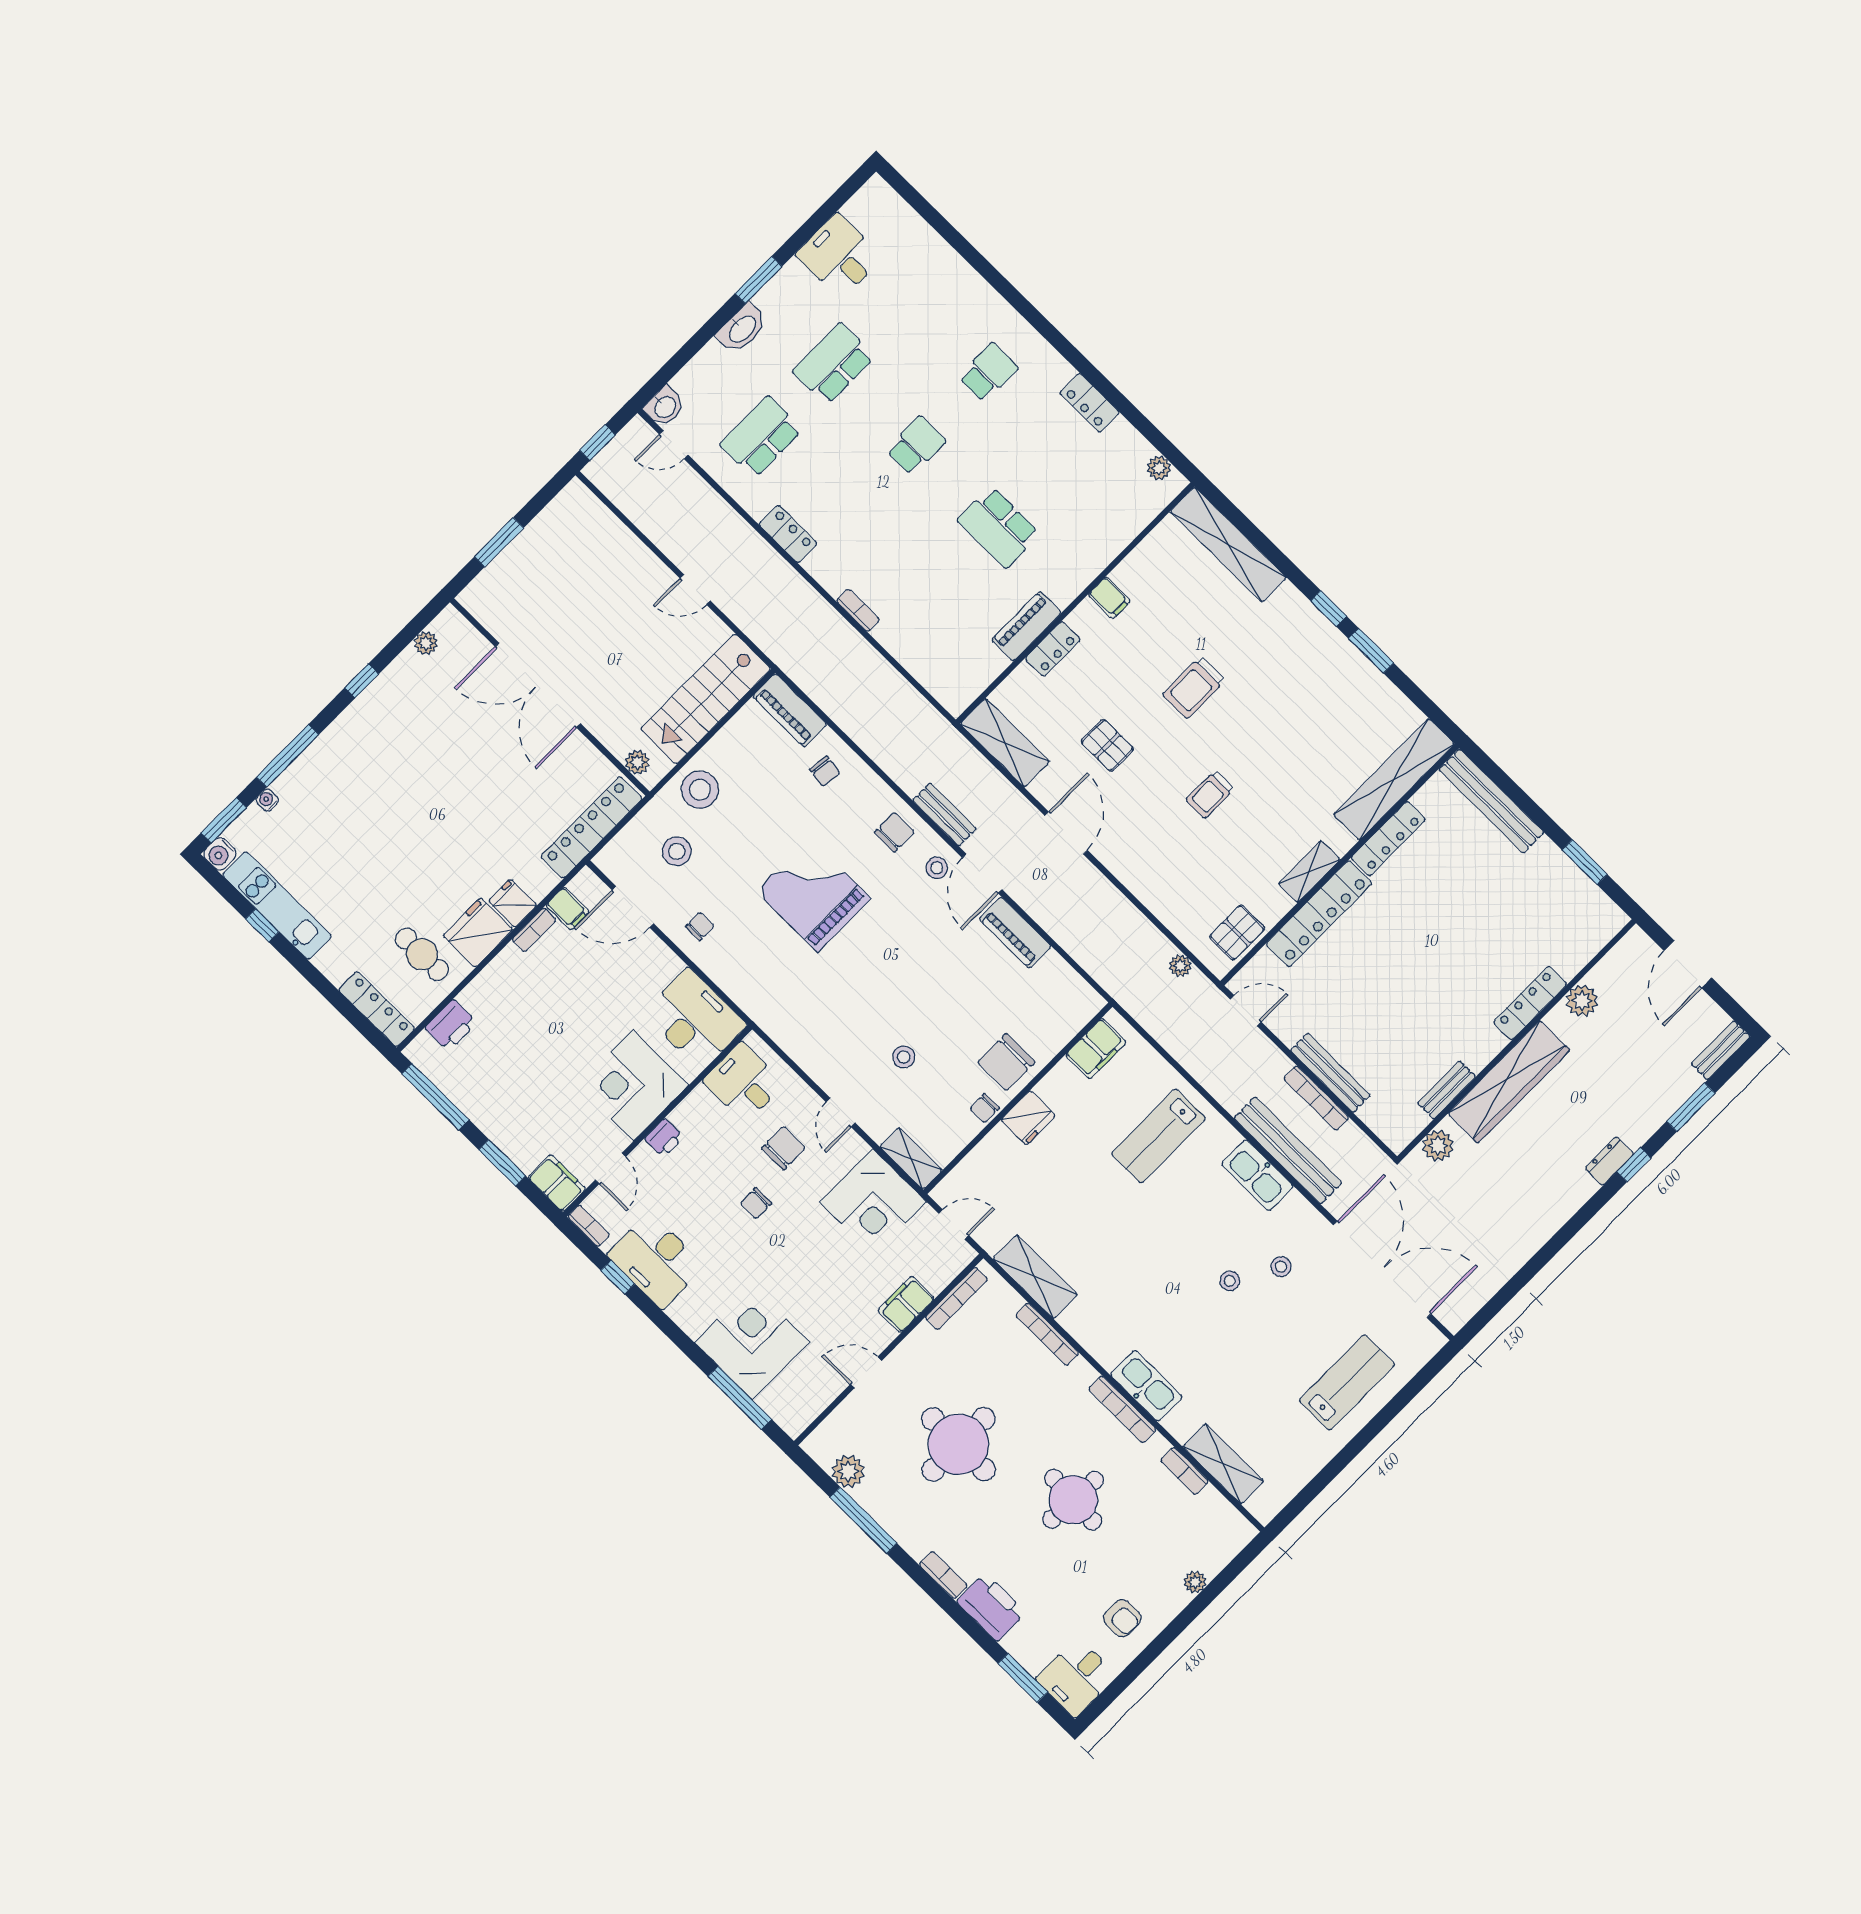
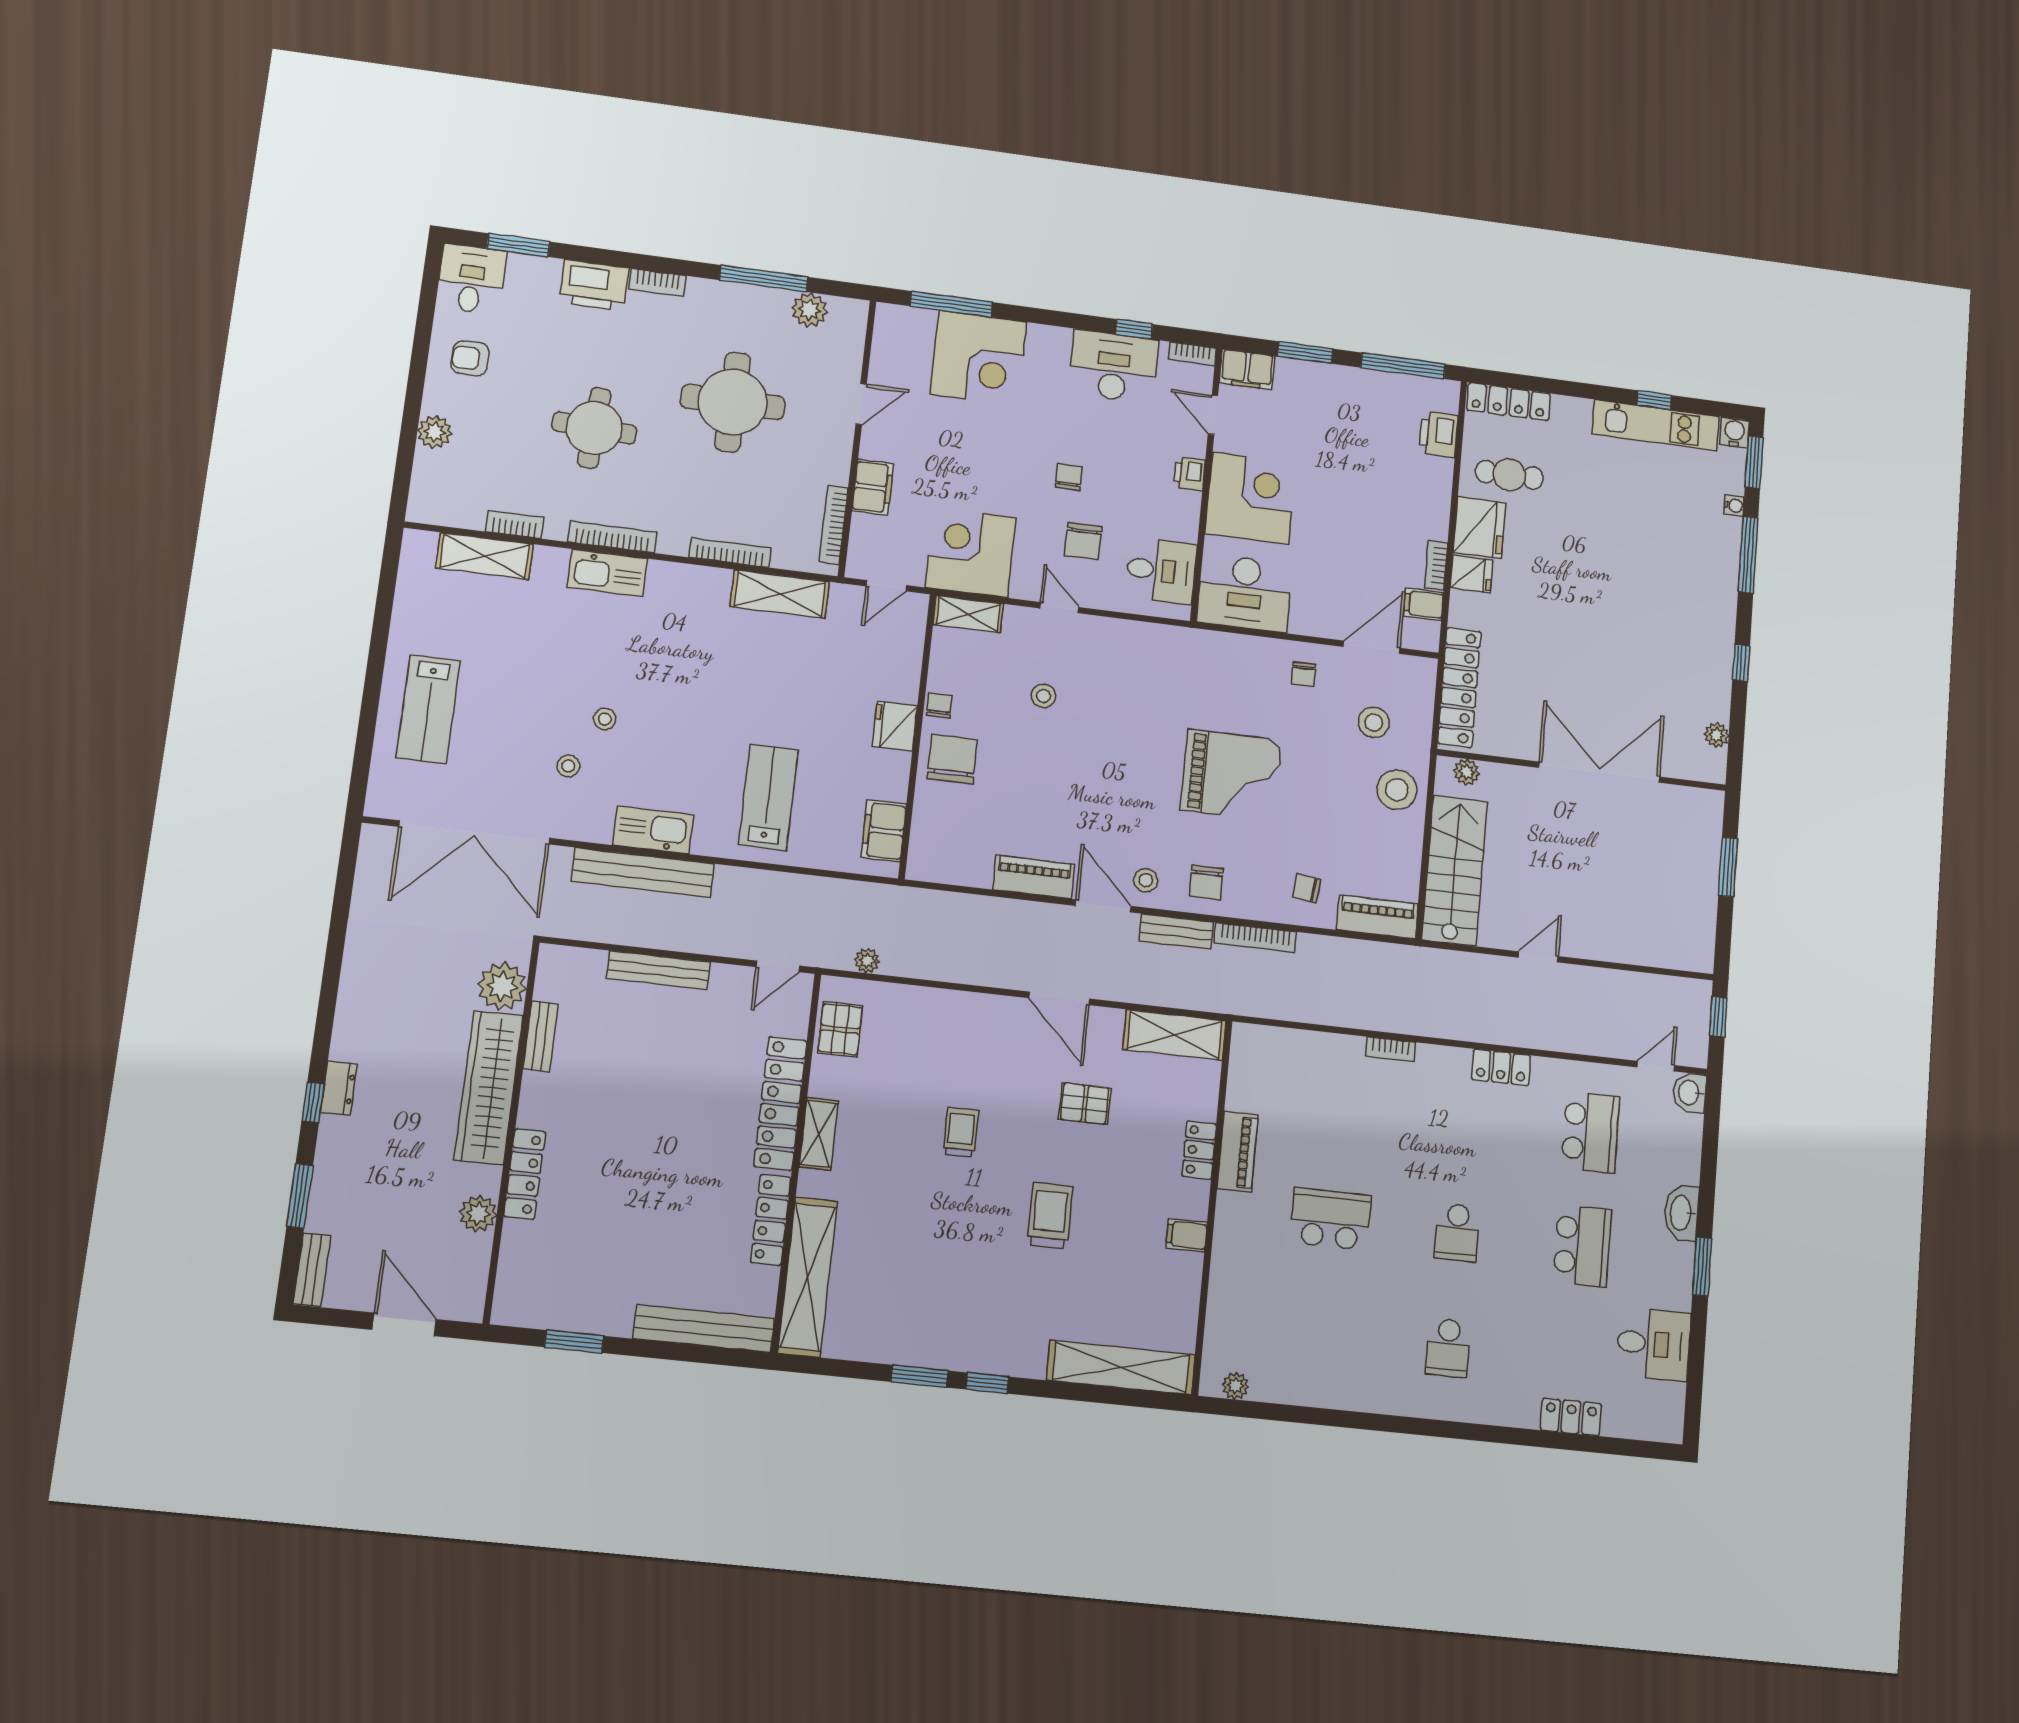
locker: (1090, 403) -> (1571, 1417), moved
bookcase: (1316, 1098) -> (1255, 937), moved, turned 180
plant: (1438, 1146) -> (502, 986), width x1.36, depth x1.36
plant: (1195, 1582) -> (435, 432), width x1.38, depth x1.38

